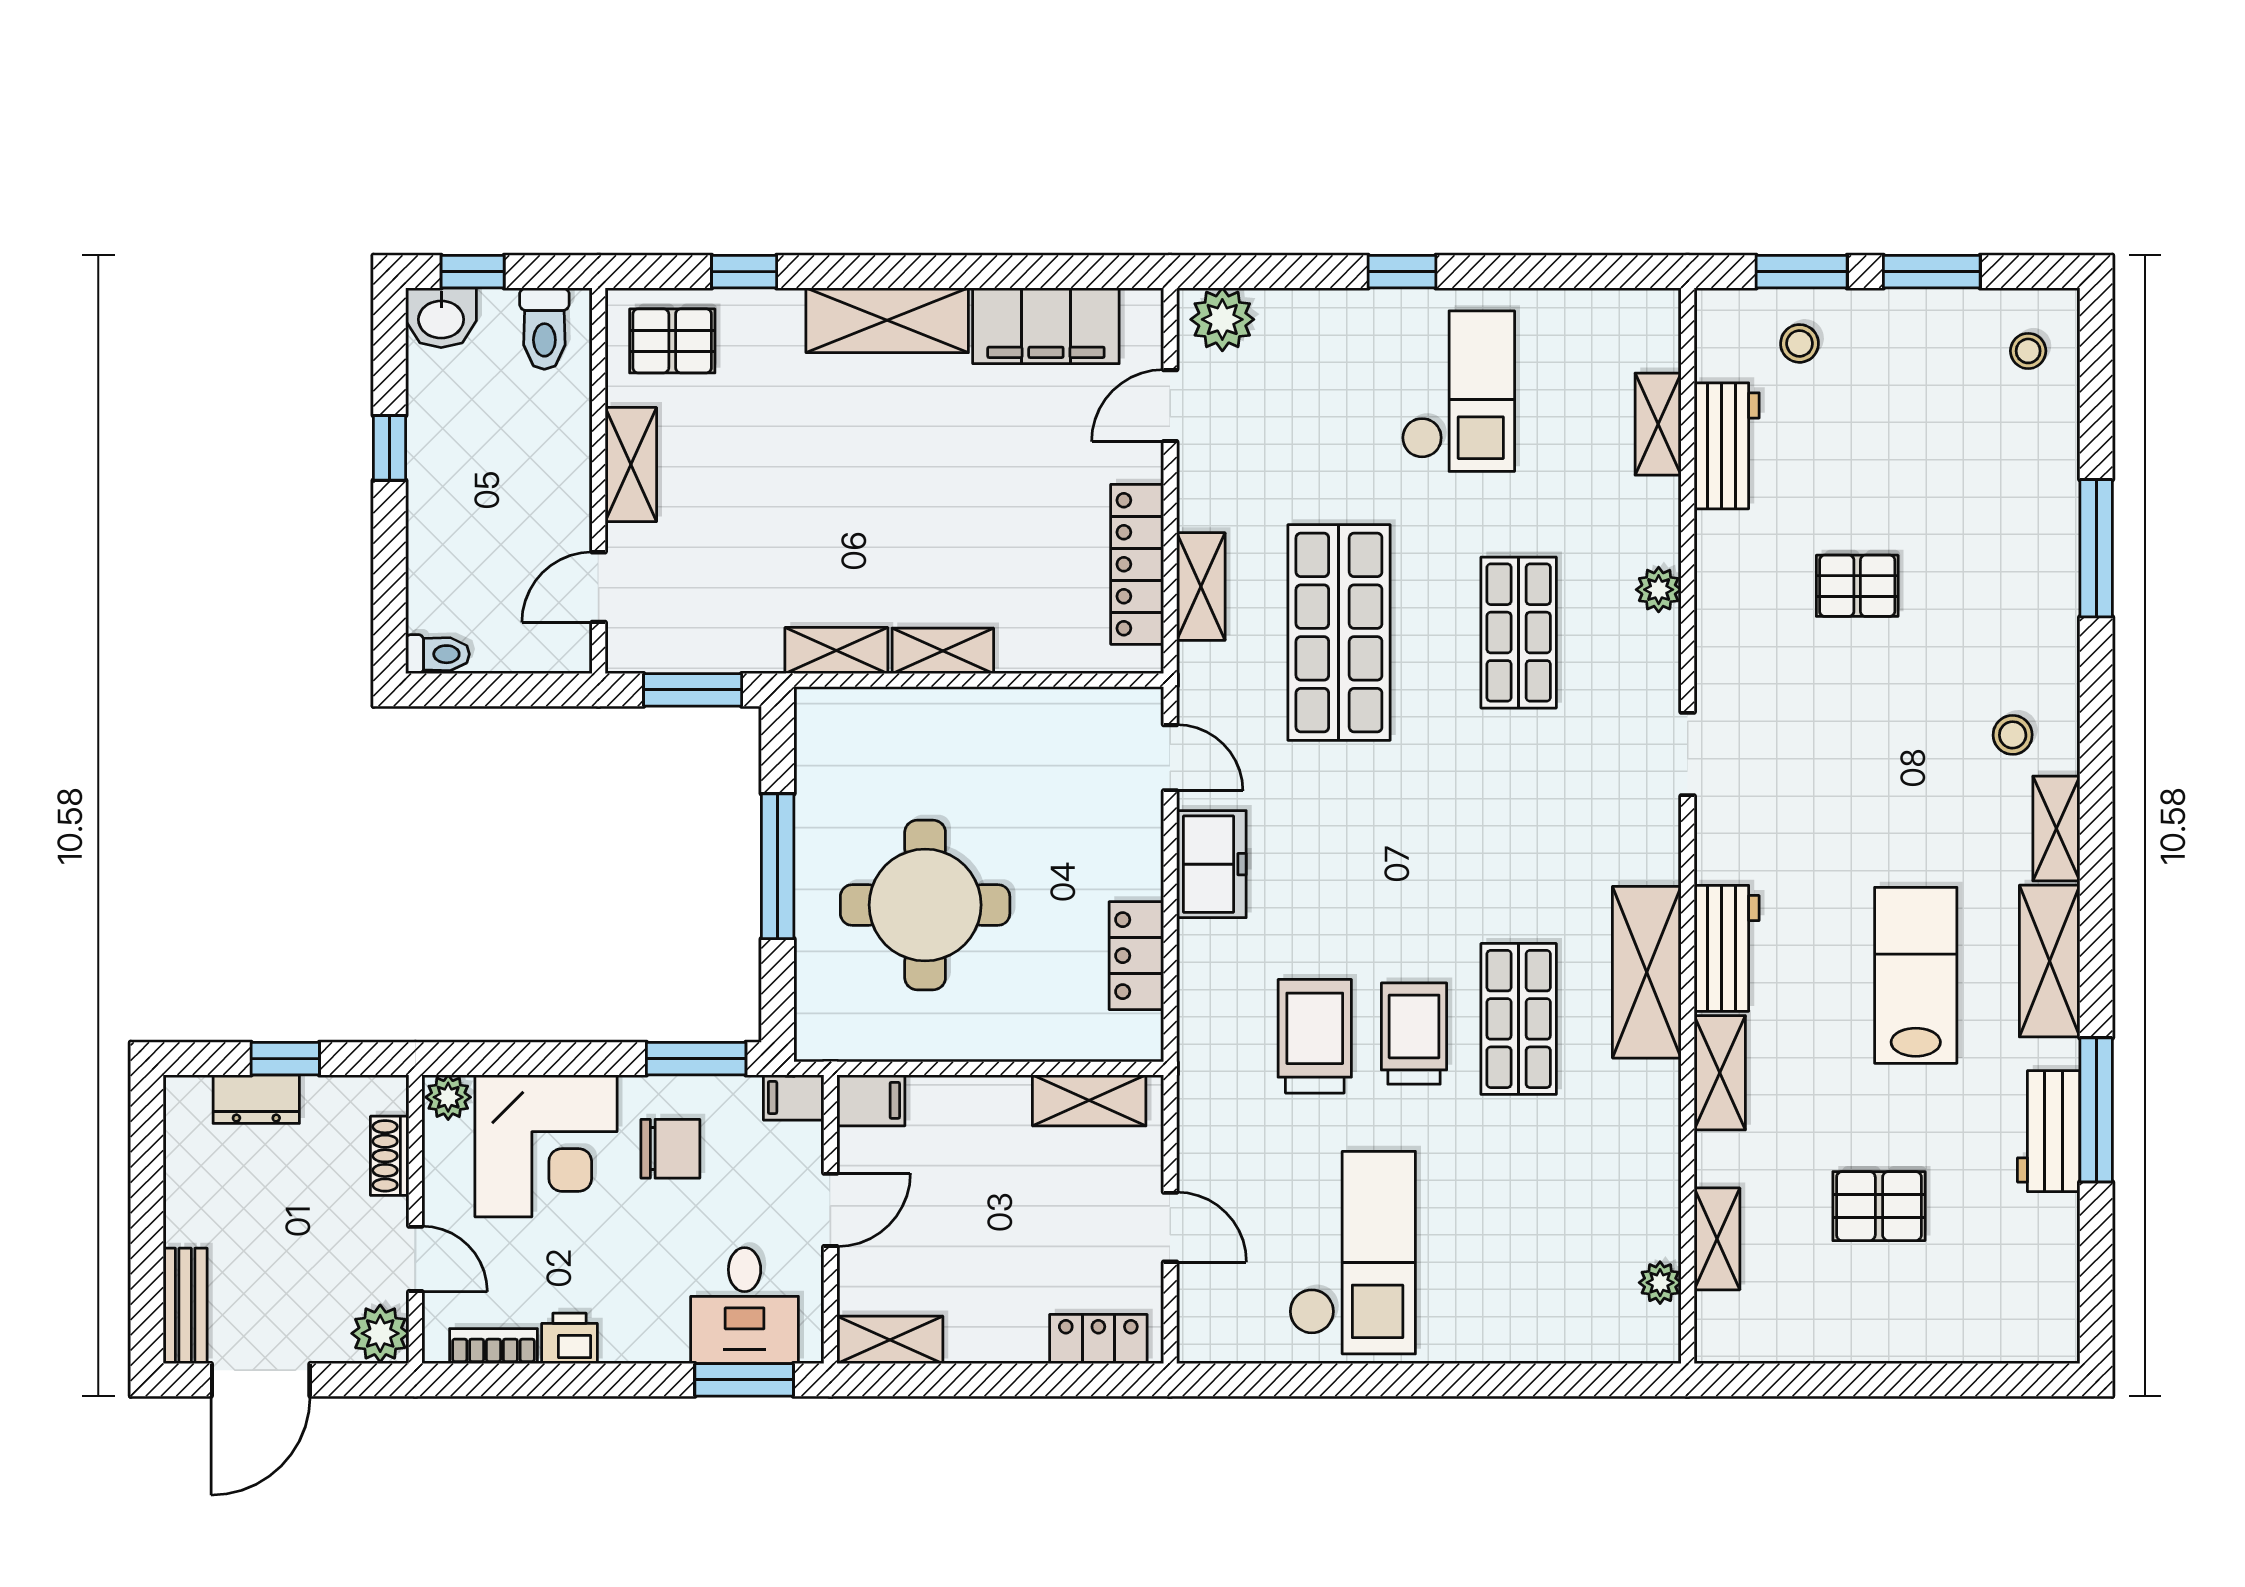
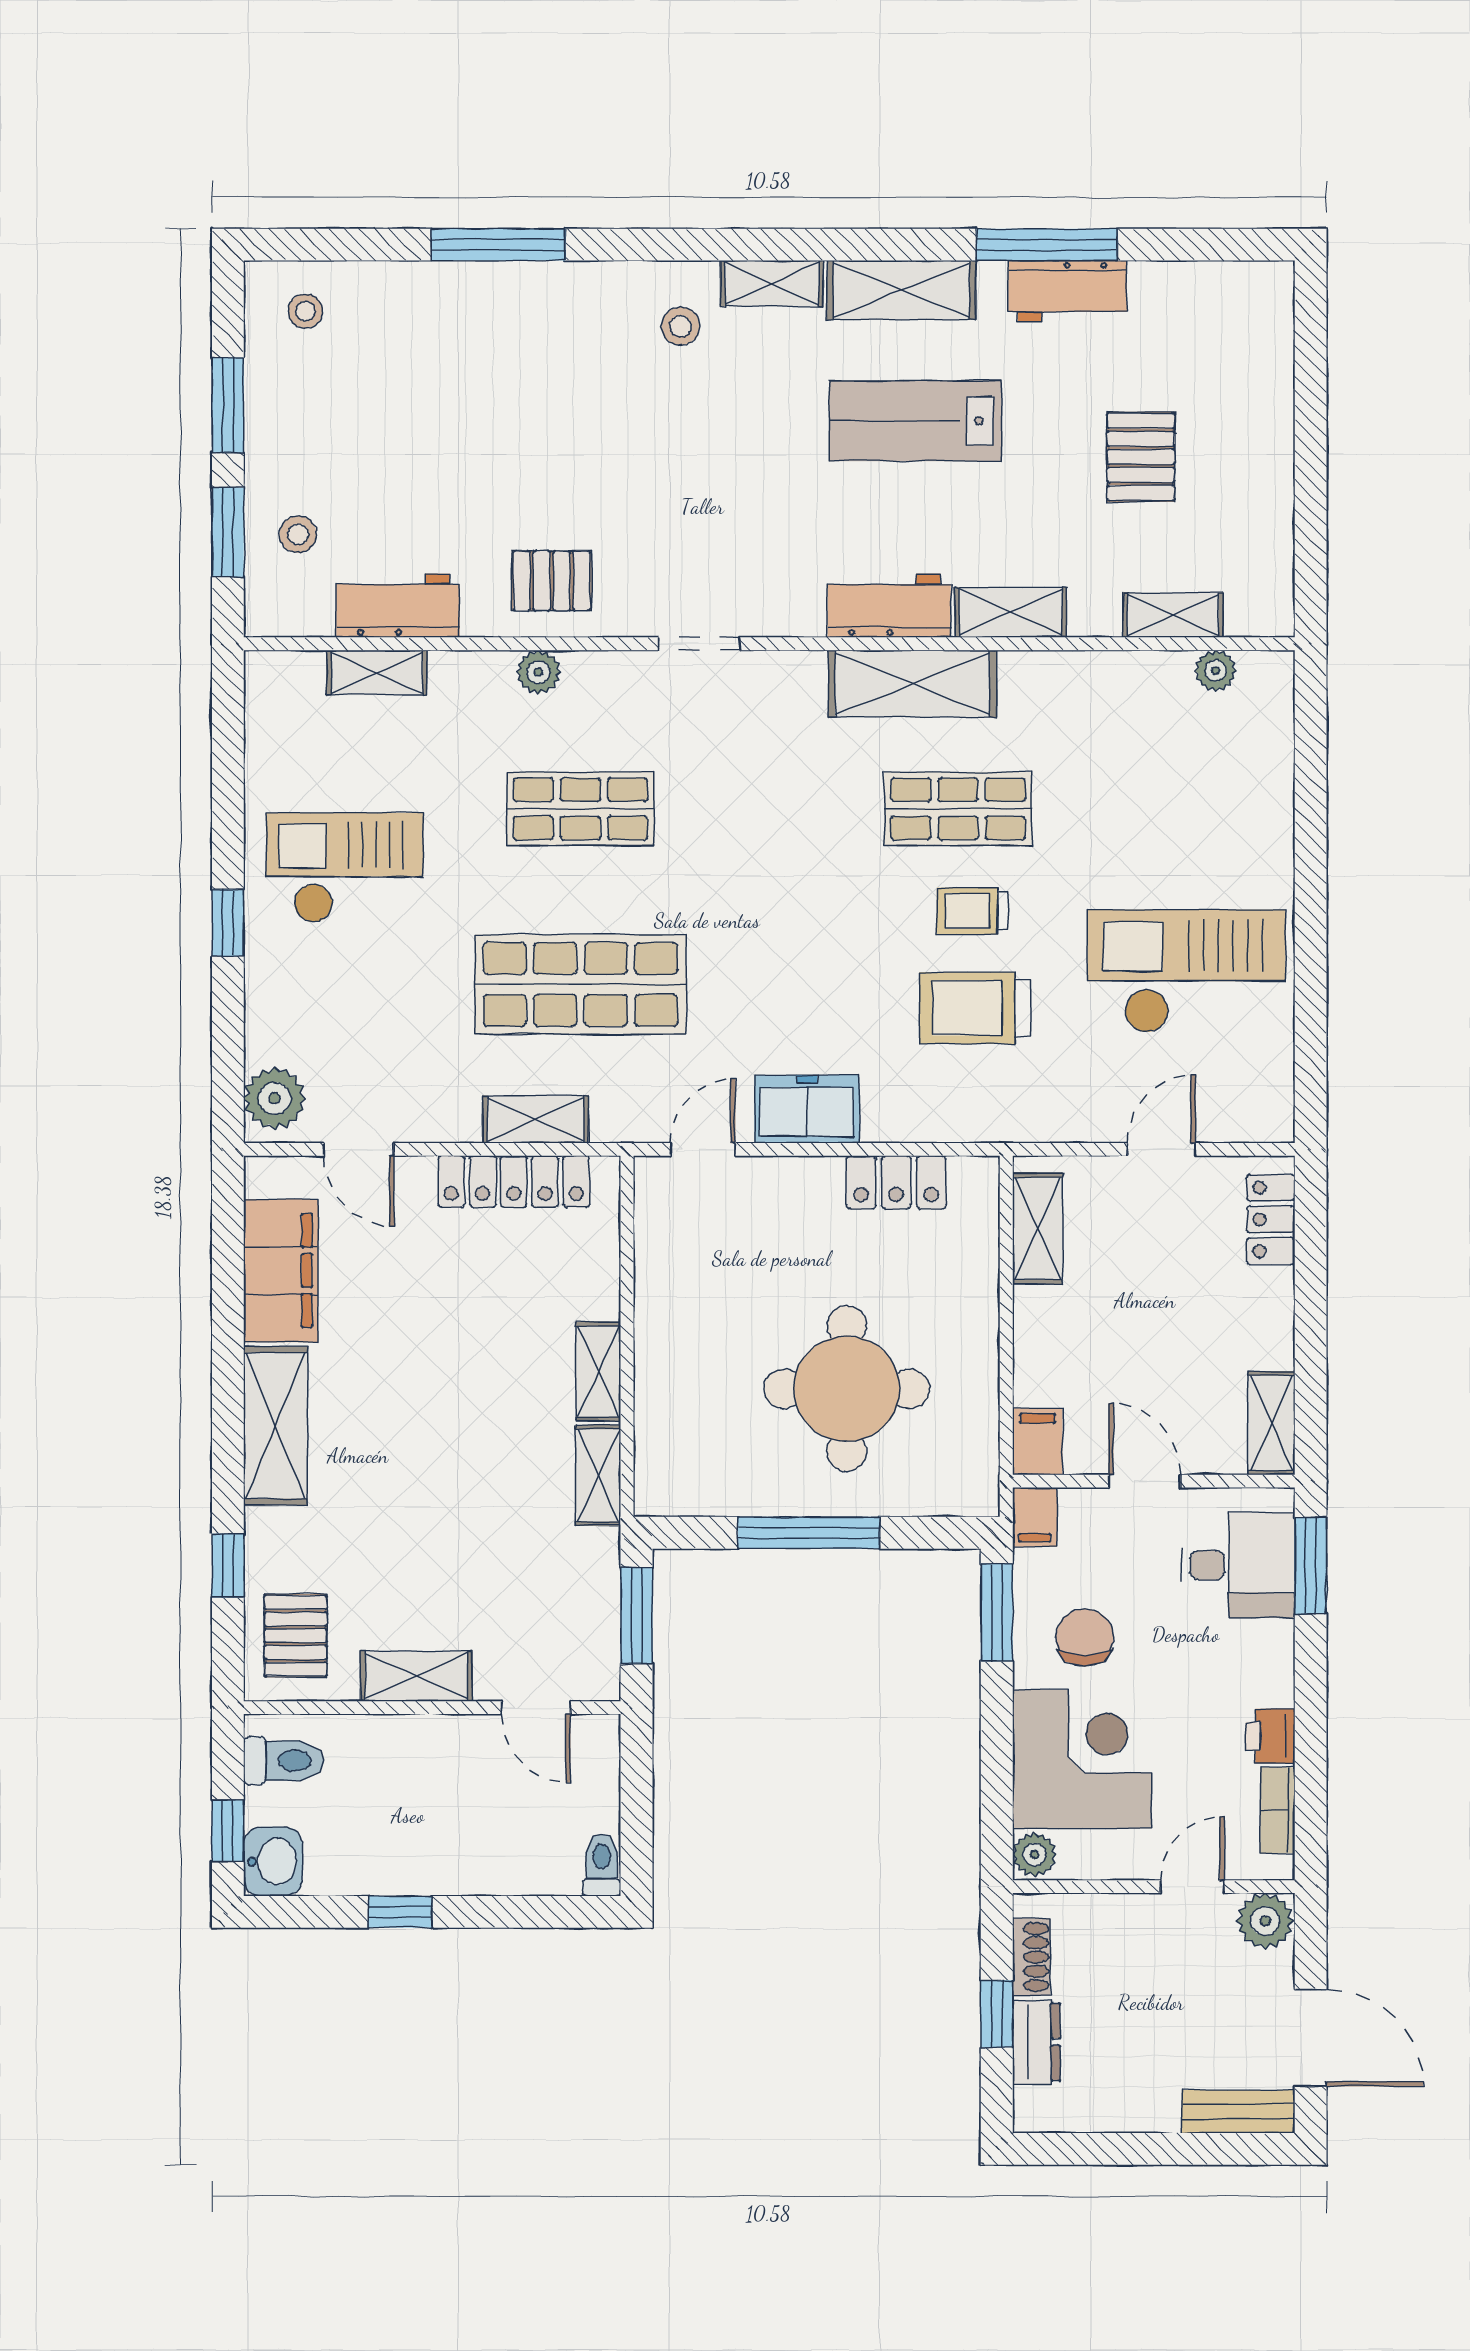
pallet: (1857, 586) -> (552, 581), moved, turned 90
trolley: (1414, 1034) -> (972, 911), width x0.73, depth x0.72
shoe rack: (390, 1156) -> (1031, 1957), moved, turned -90

